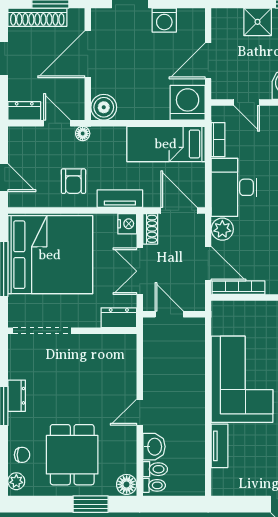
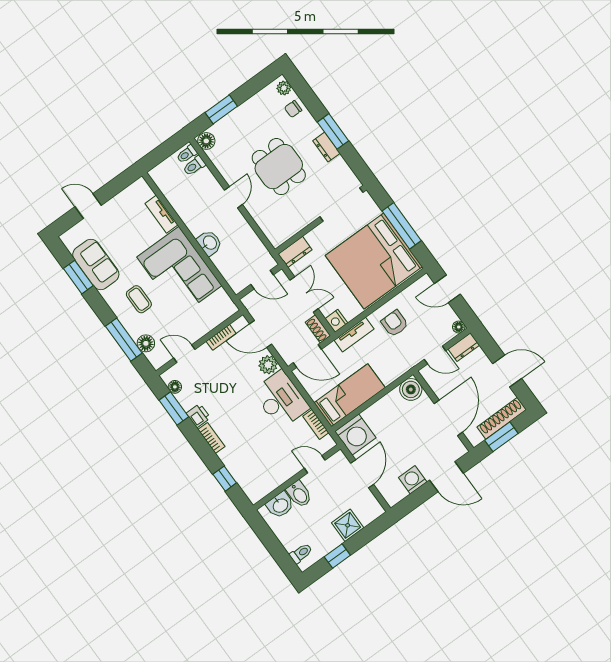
floor lamp: (83, 134) -> (459, 327), moved
bookcase: (239, 288) -> (221, 337), width x0.64
washbasin: (154, 447) -> (209, 243), moved, turned 180
dining table: (72, 455) -> (279, 167), moved

